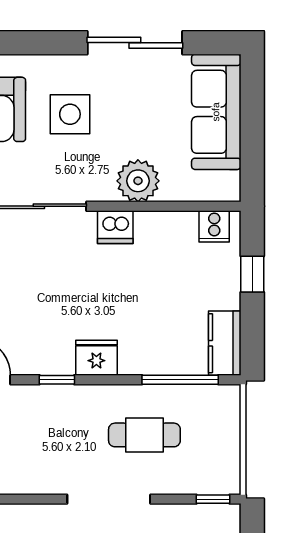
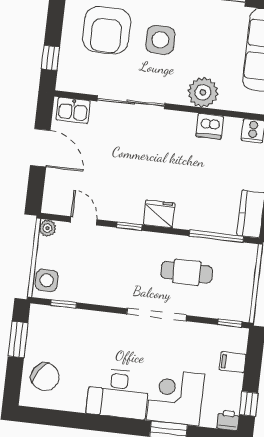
dishwasher: (115, 227) -> (210, 126), moved

